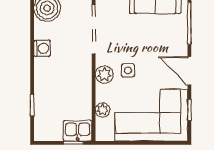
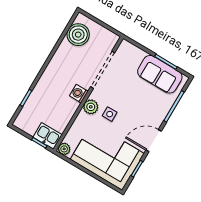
washing machine: (42, 48) -> (79, 94), moved, turned 180
door: (189, 71) -> (154, 141), hinge flipped
plant: (103, 110) -> (64, 149), moved

